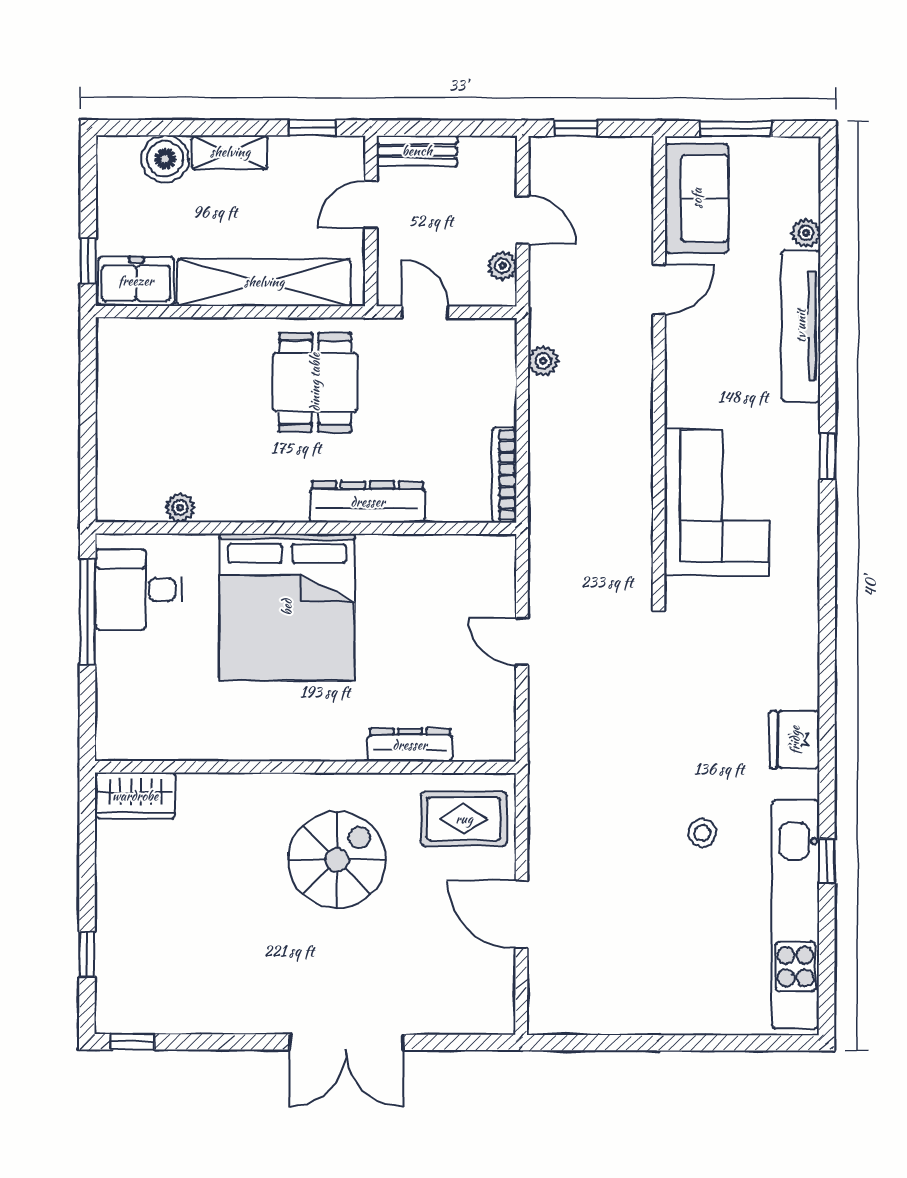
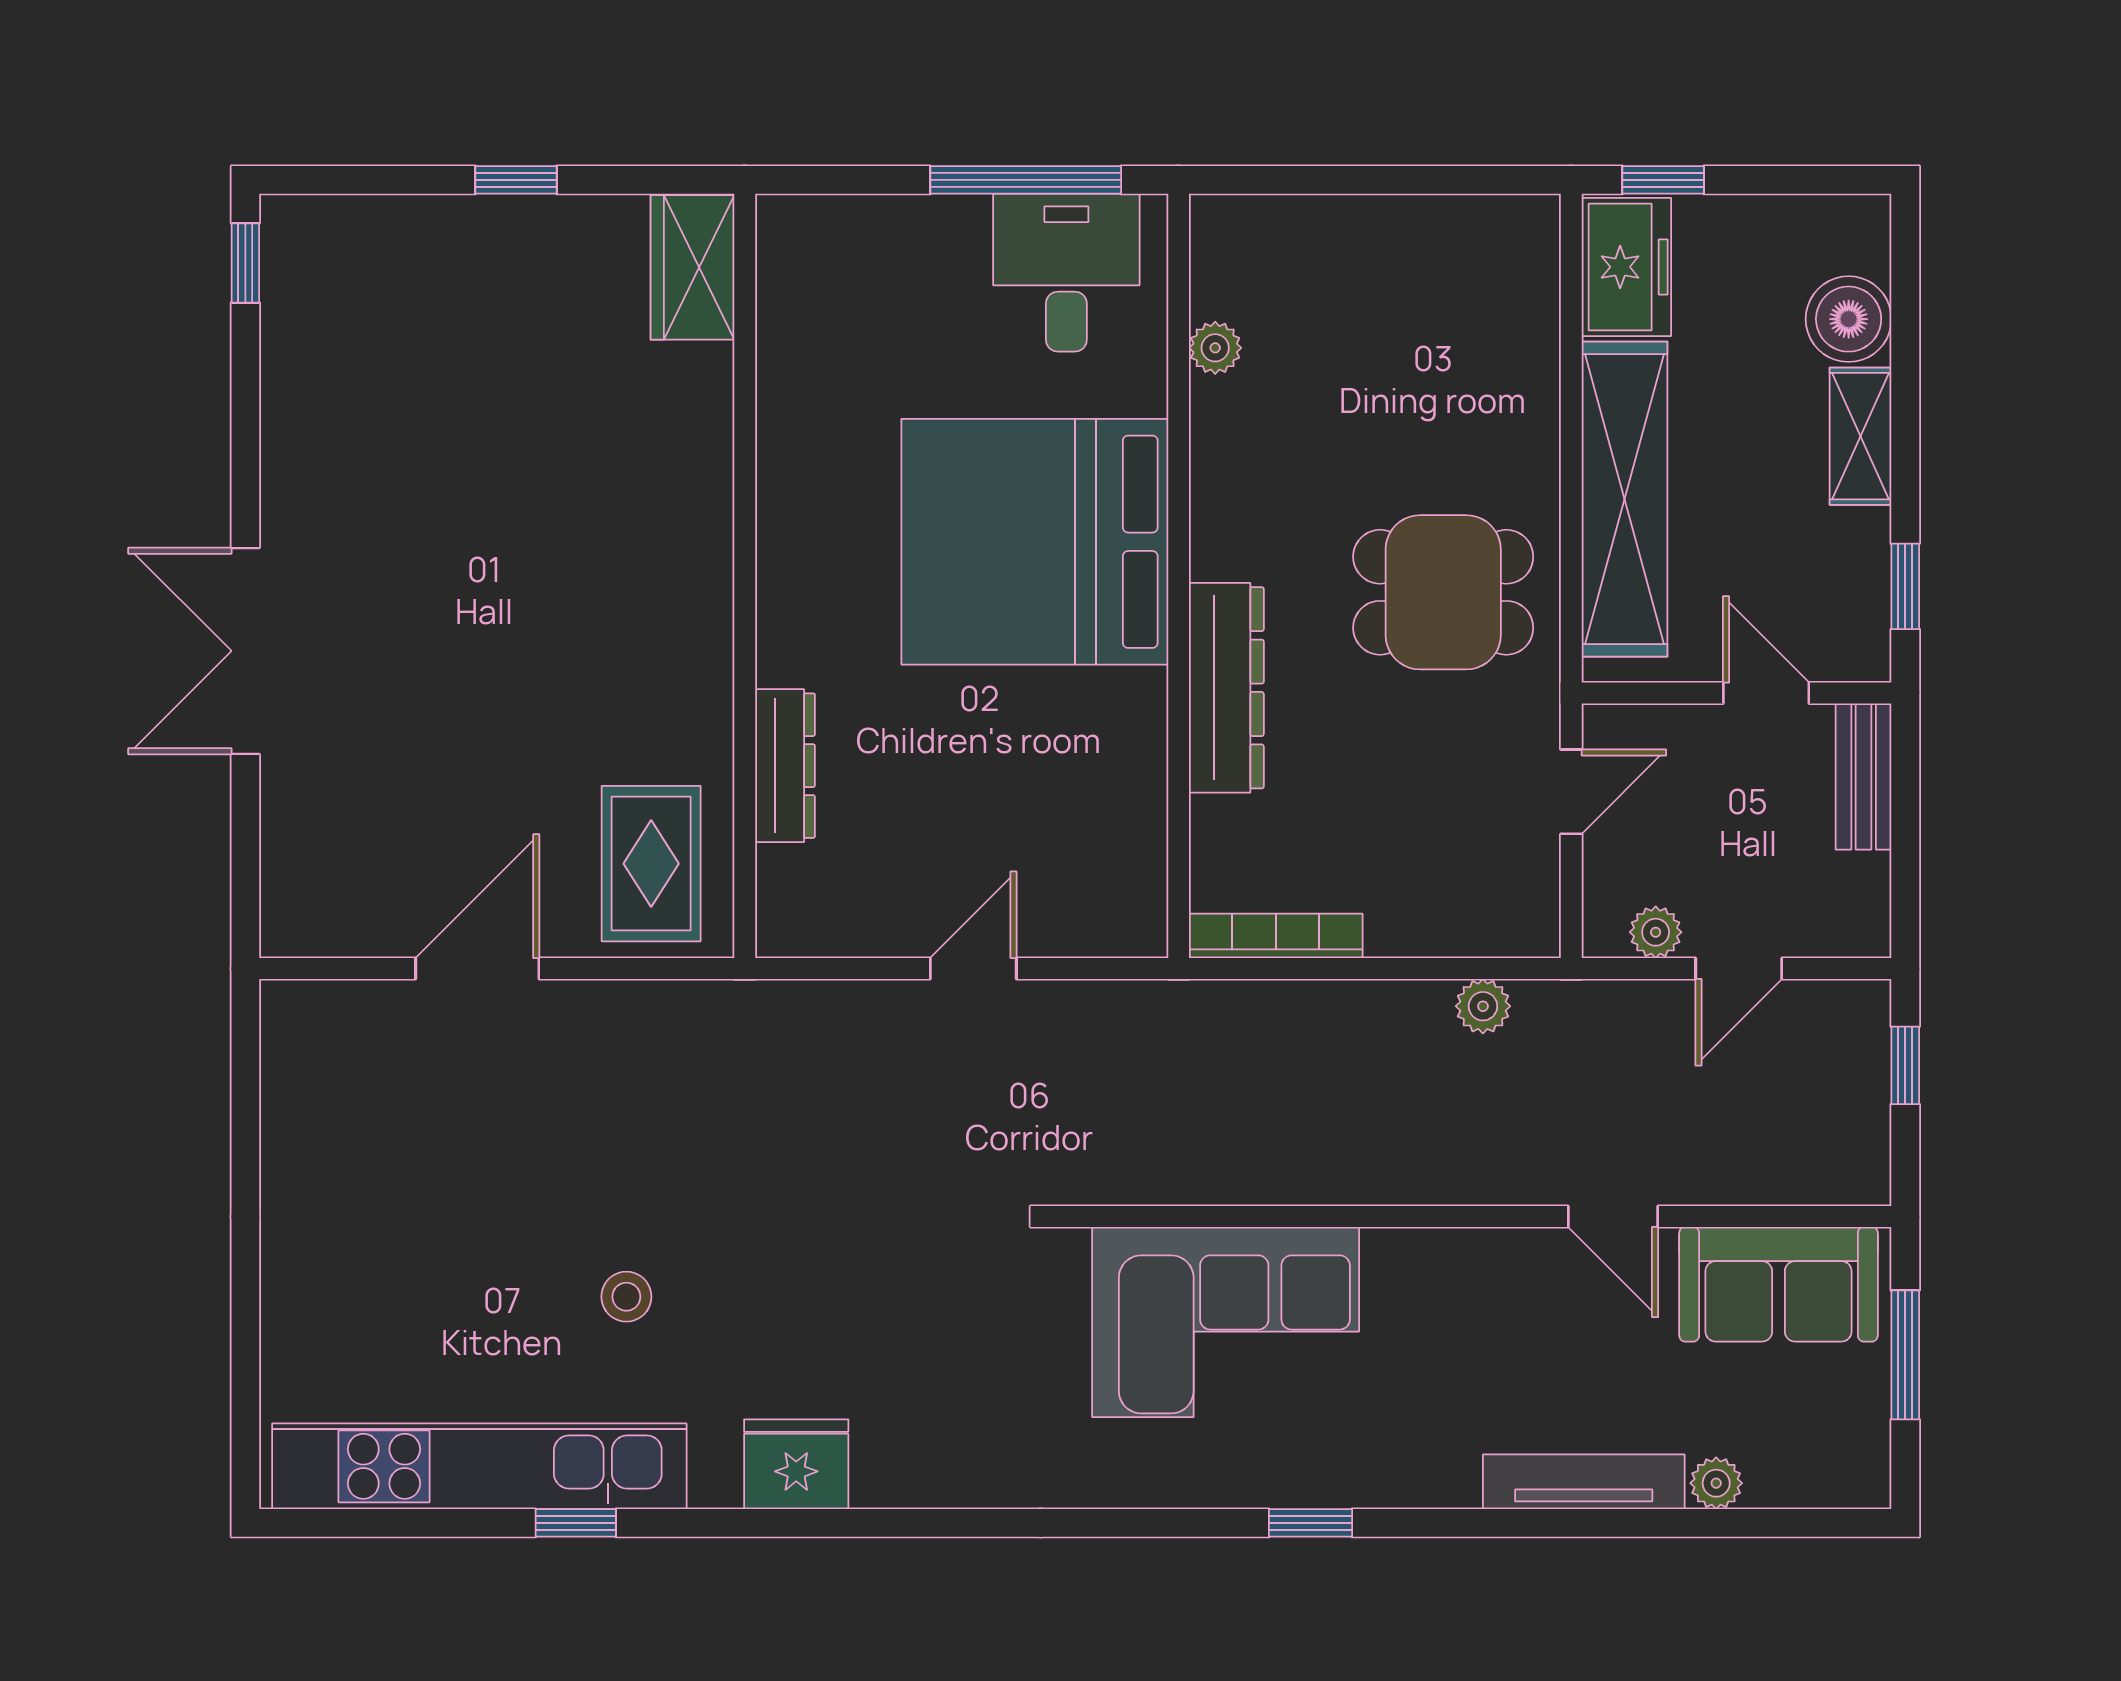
tv unit: (801, 326) -> (1584, 1482), width x0.73, depth x0.78
spiral stairs: (337, 860) -> (576, 634), removed
window: (87, 954) -> (516, 180), moved

